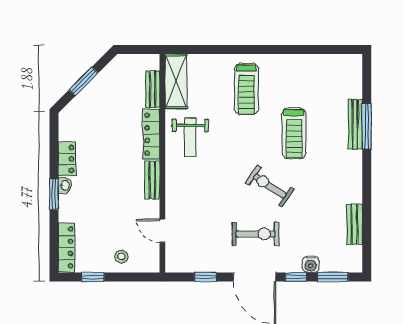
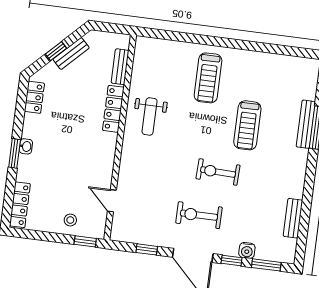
window: (83, 81) -> (56, 51), width x0.67
shelving: (176, 81) -> (143, 62), removed
locker: (67, 159) -> (34, 97), moved
bench: (152, 180) -> (71, 54), moved, turned 45
exercise bike: (270, 186) -> (218, 172), turned -32
exercise bike: (256, 234) -> (199, 215), turned 180
window: (93, 277) -> (85, 241), moved

